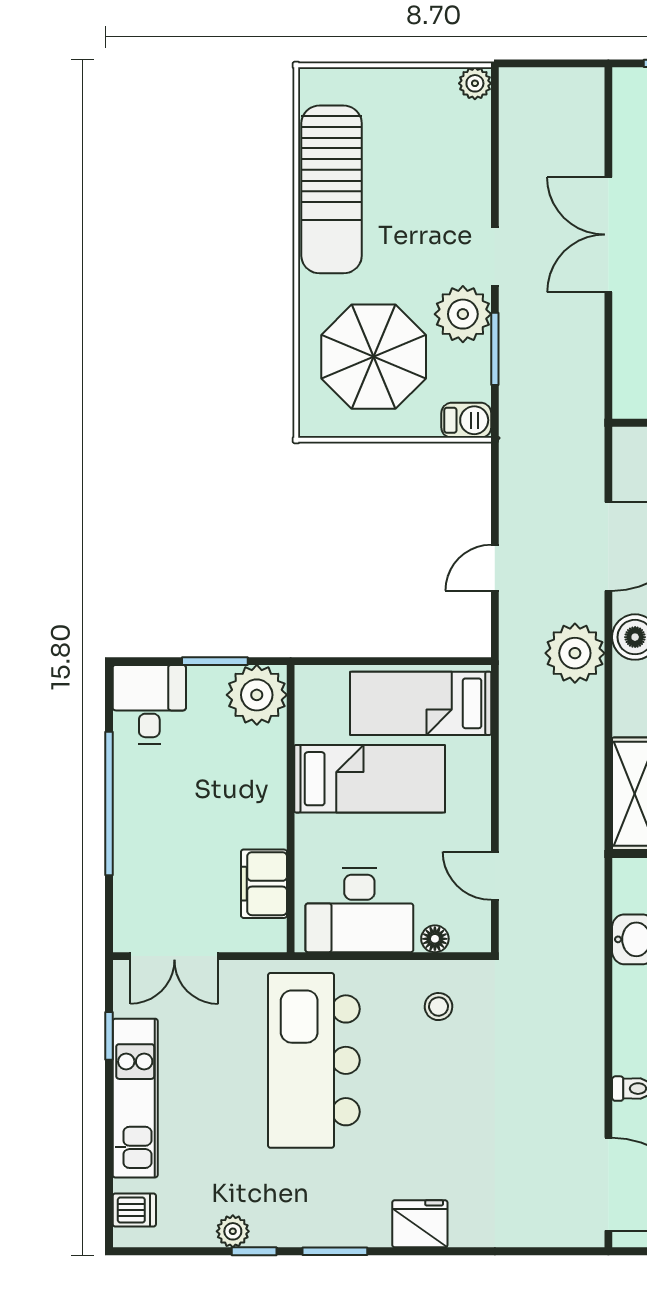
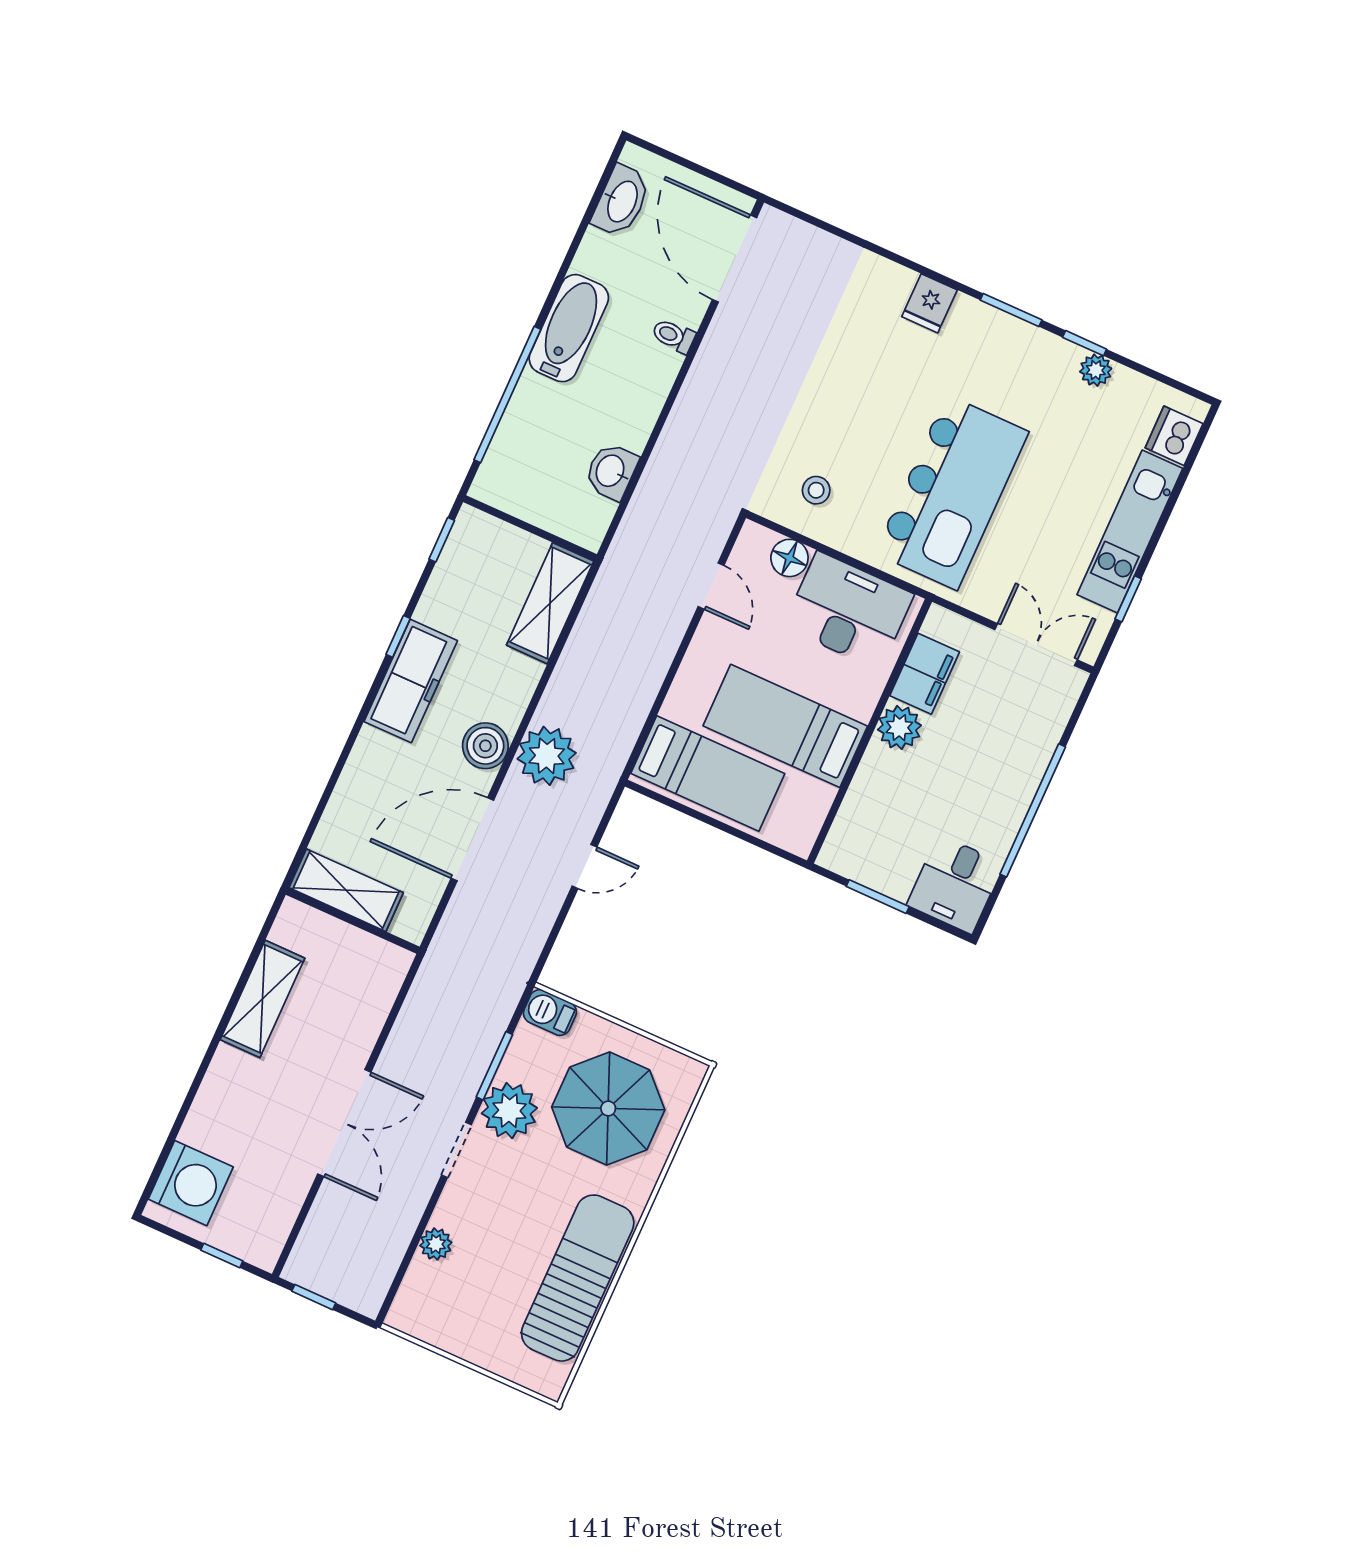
window: (564, 63) -> (314, 1297), added
plant: (475, 83) -> (436, 1244), moved
plant: (257, 695) -> (899, 727), moved, width x0.73, depth x0.73
floor lamp: (435, 939) -> (789, 558), width x1.37, depth x1.37
dishwasher: (134, 1210) -> (1174, 436), width x1.38
fridge: (420, 1224) -> (929, 303), width x0.72

